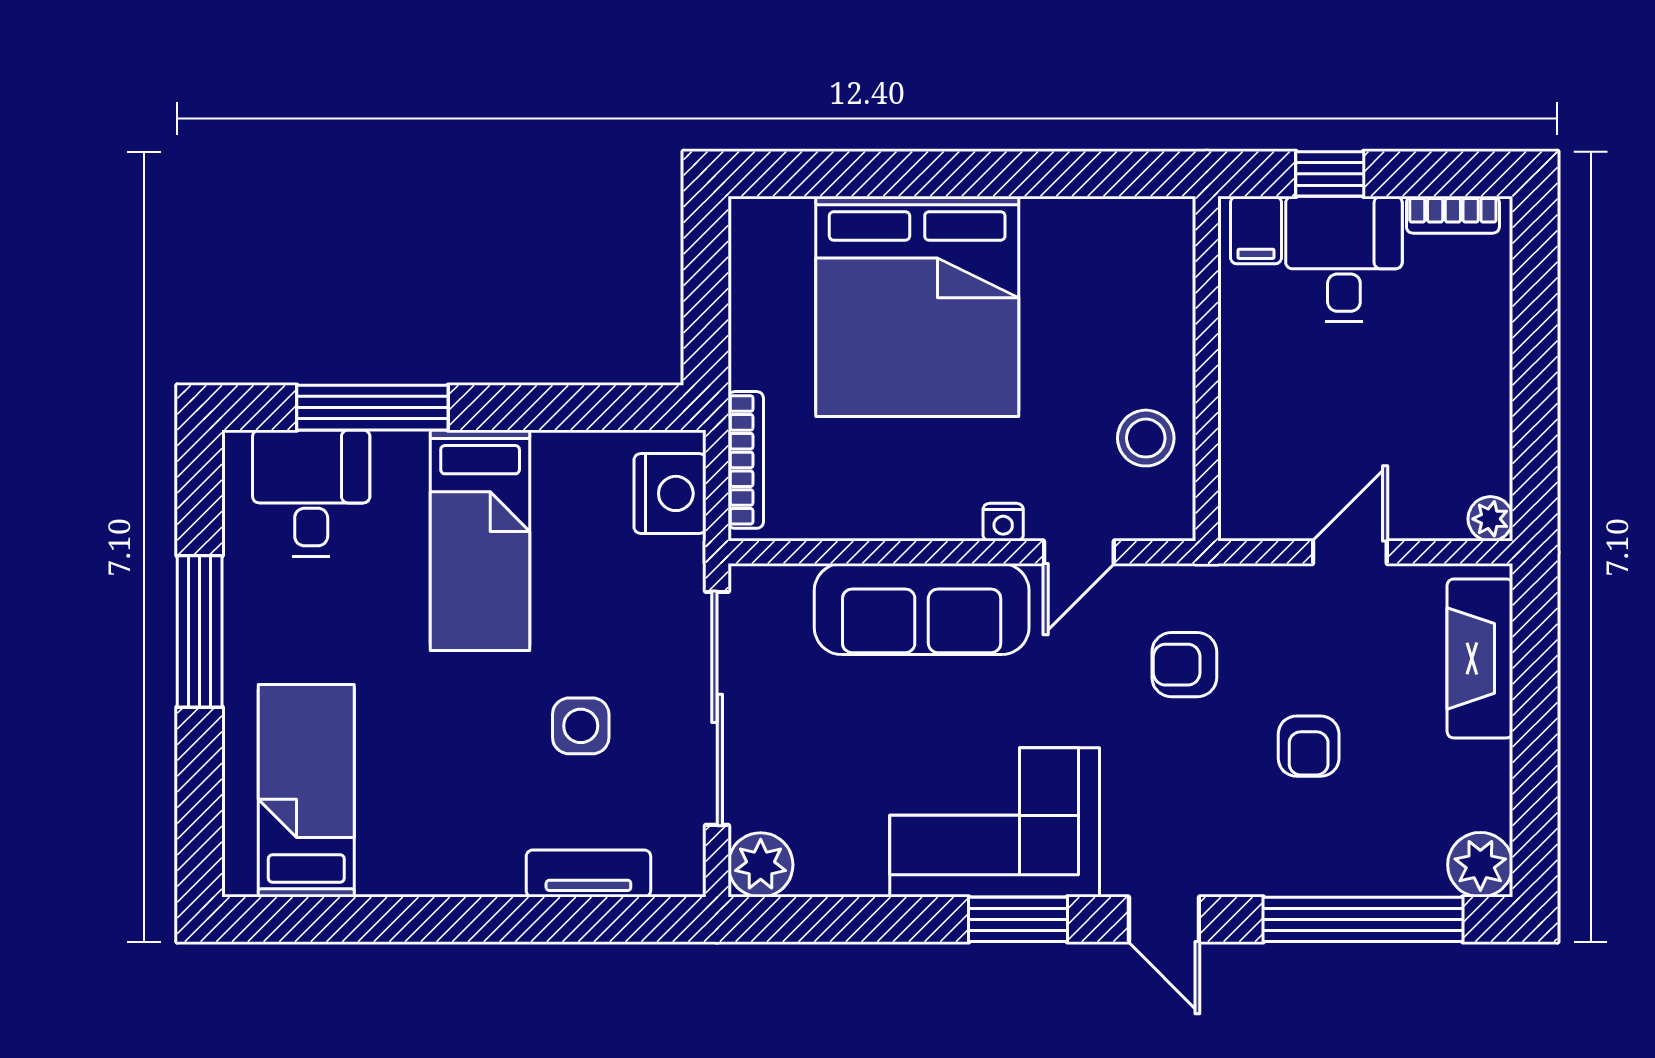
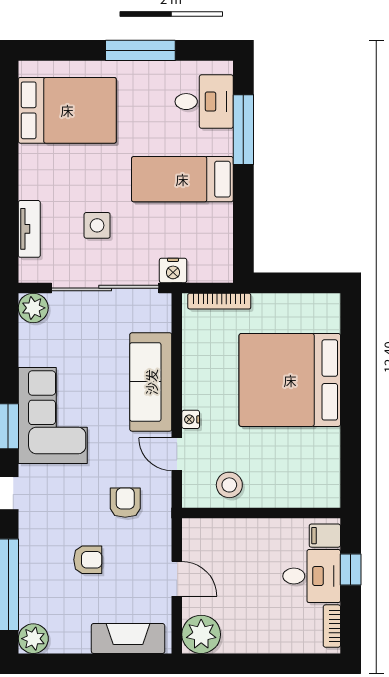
nightstand: (670, 493) -> (173, 270), moved, width x0.74, depth x0.75
plant: (1490, 519) -> (201, 634), width x1.88, depth x1.88
armchair: (1309, 746) -> (88, 560), turned 180
bed: (306, 791) -> (67, 110), width x1.50

